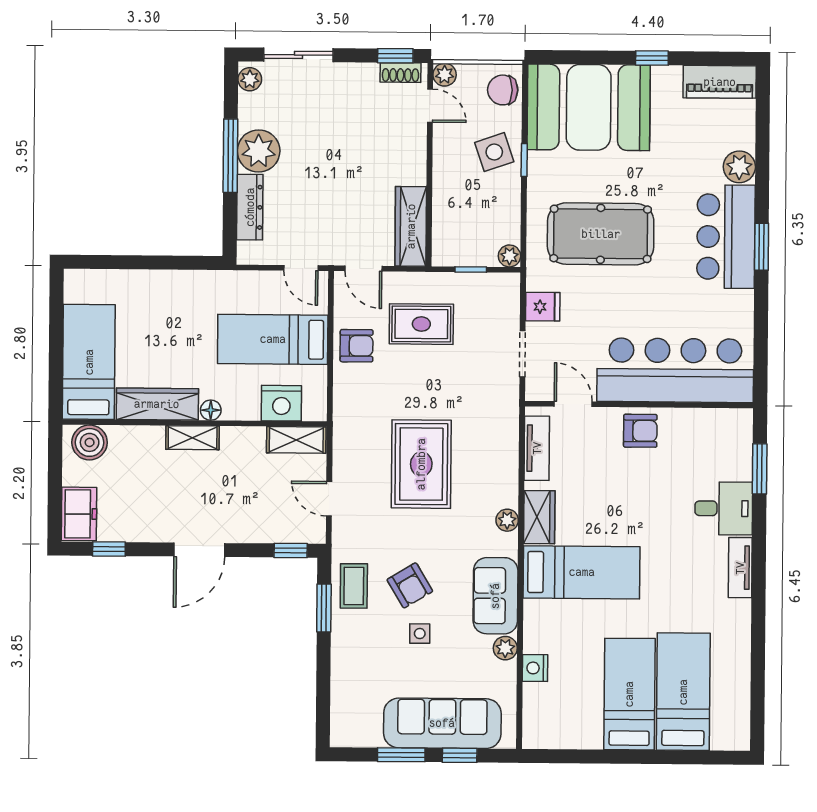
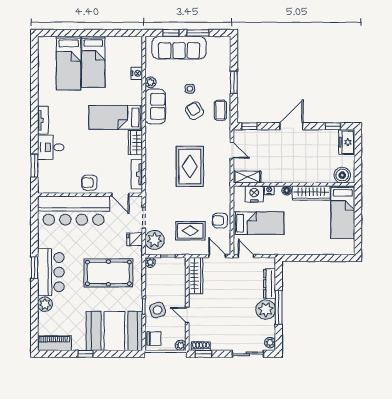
door: (430, 106) -> (187, 315), moved
nightstand: (249, 411) -> (269, 190), added
shelving: (193, 438) -> (295, 178), removed
plant: (507, 520) -> (155, 240), moved, width x1.88, depth x1.88
window: (324, 608) -> (234, 82), moved

